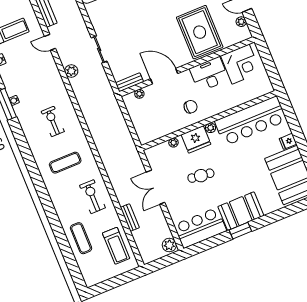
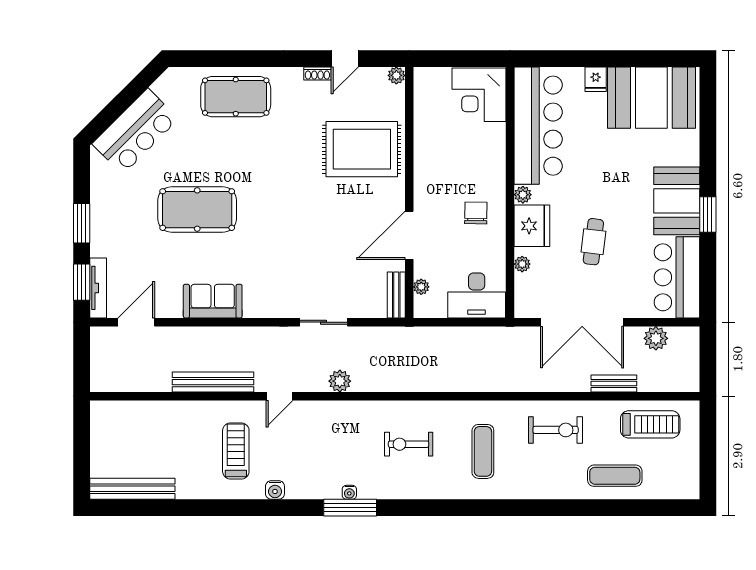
plant: (241, 22) -> (396, 75), moved
corner desk: (241, 64) -> (479, 95), moved, turned 180
desk: (209, 74) -> (477, 295), moved, turned -90
double door: (156, 187) -> (582, 322), width x1.36
exercise bike: (92, 197) -> (556, 430), turned 180
plant: (169, 245) -> (656, 338), moved

